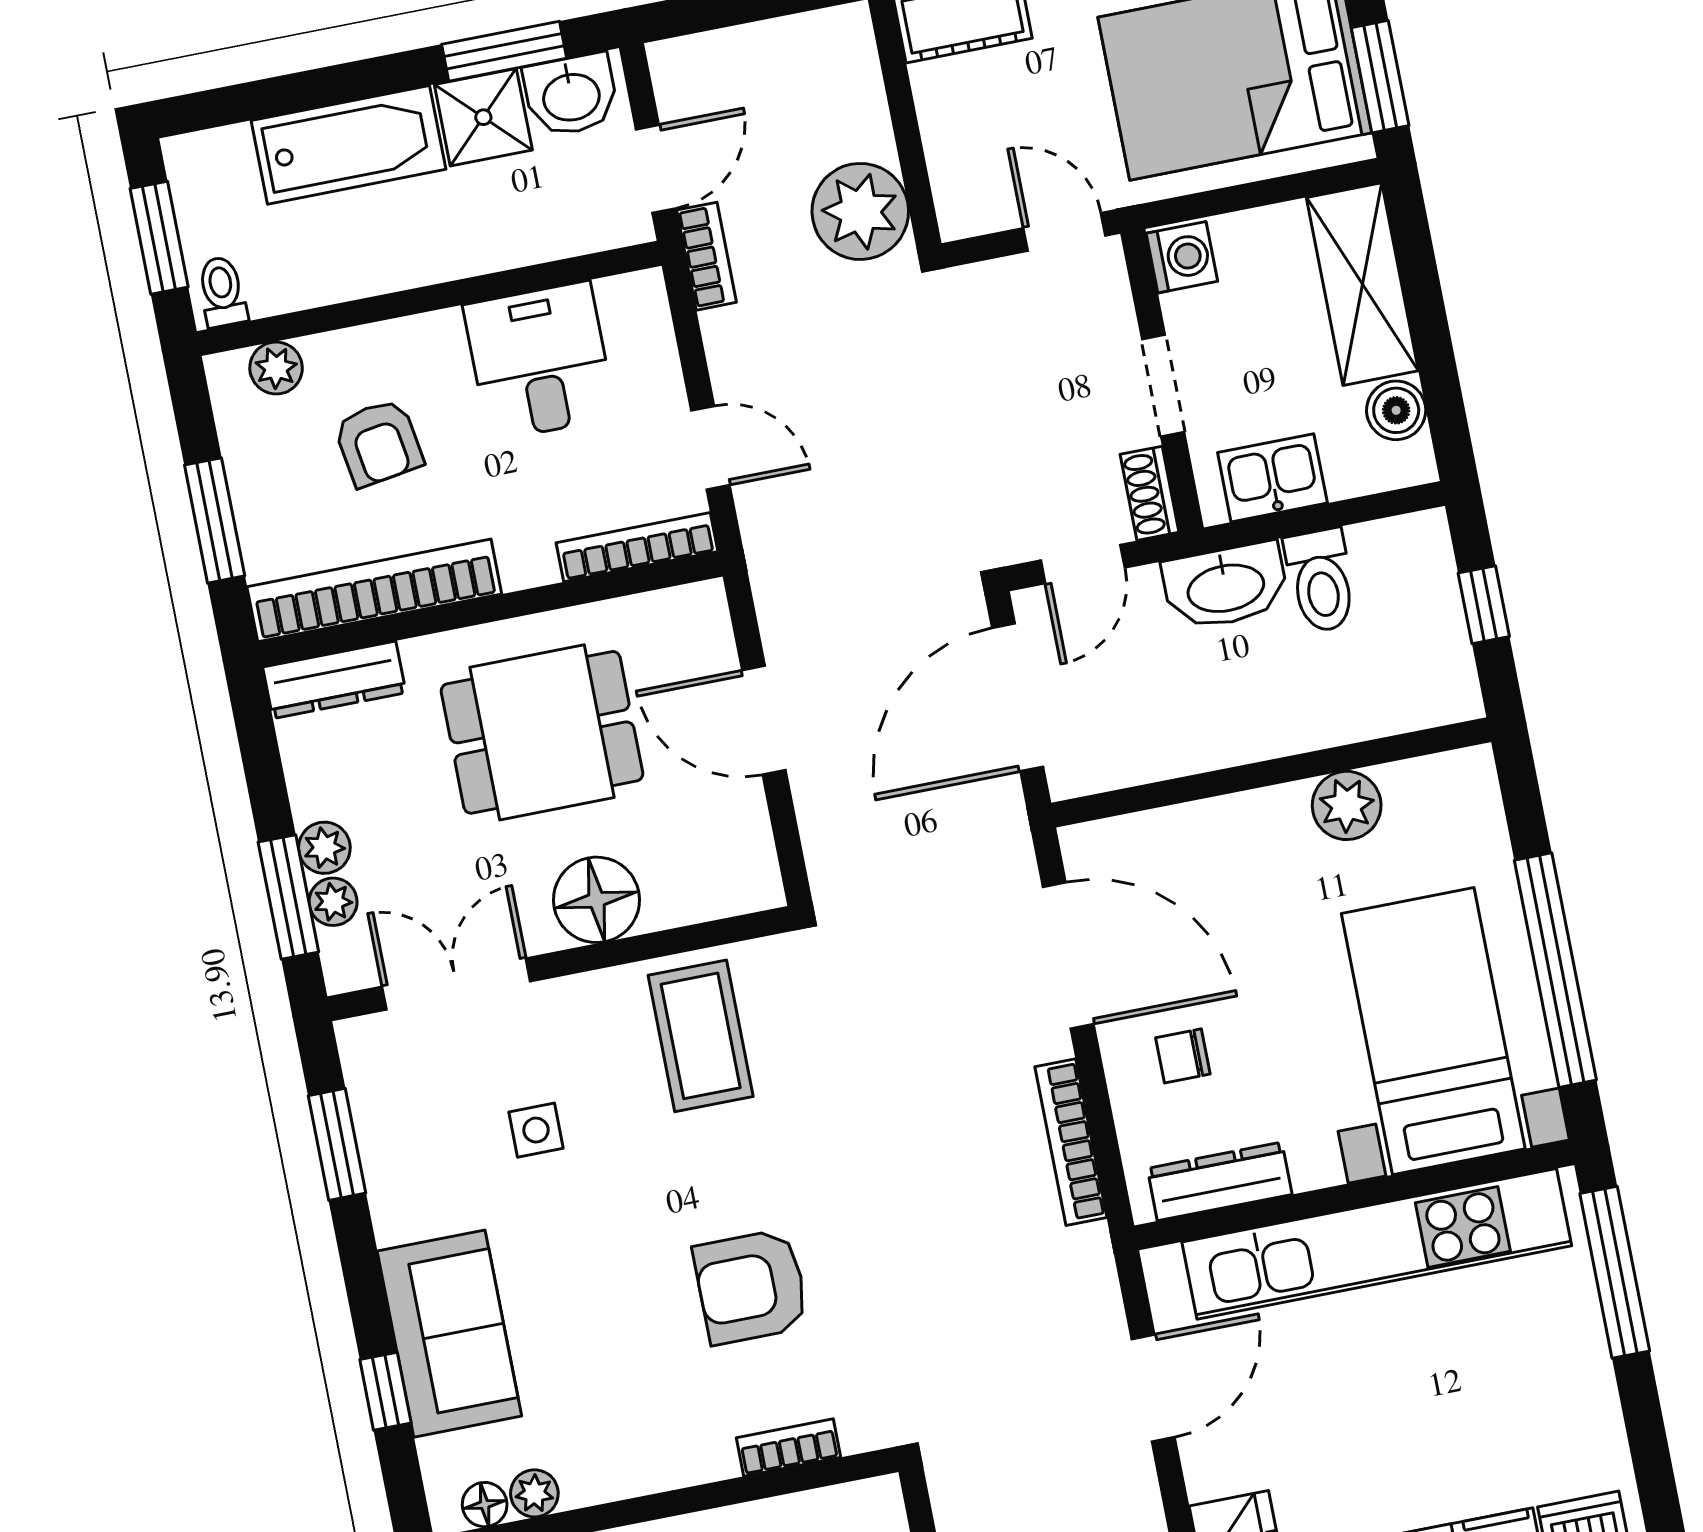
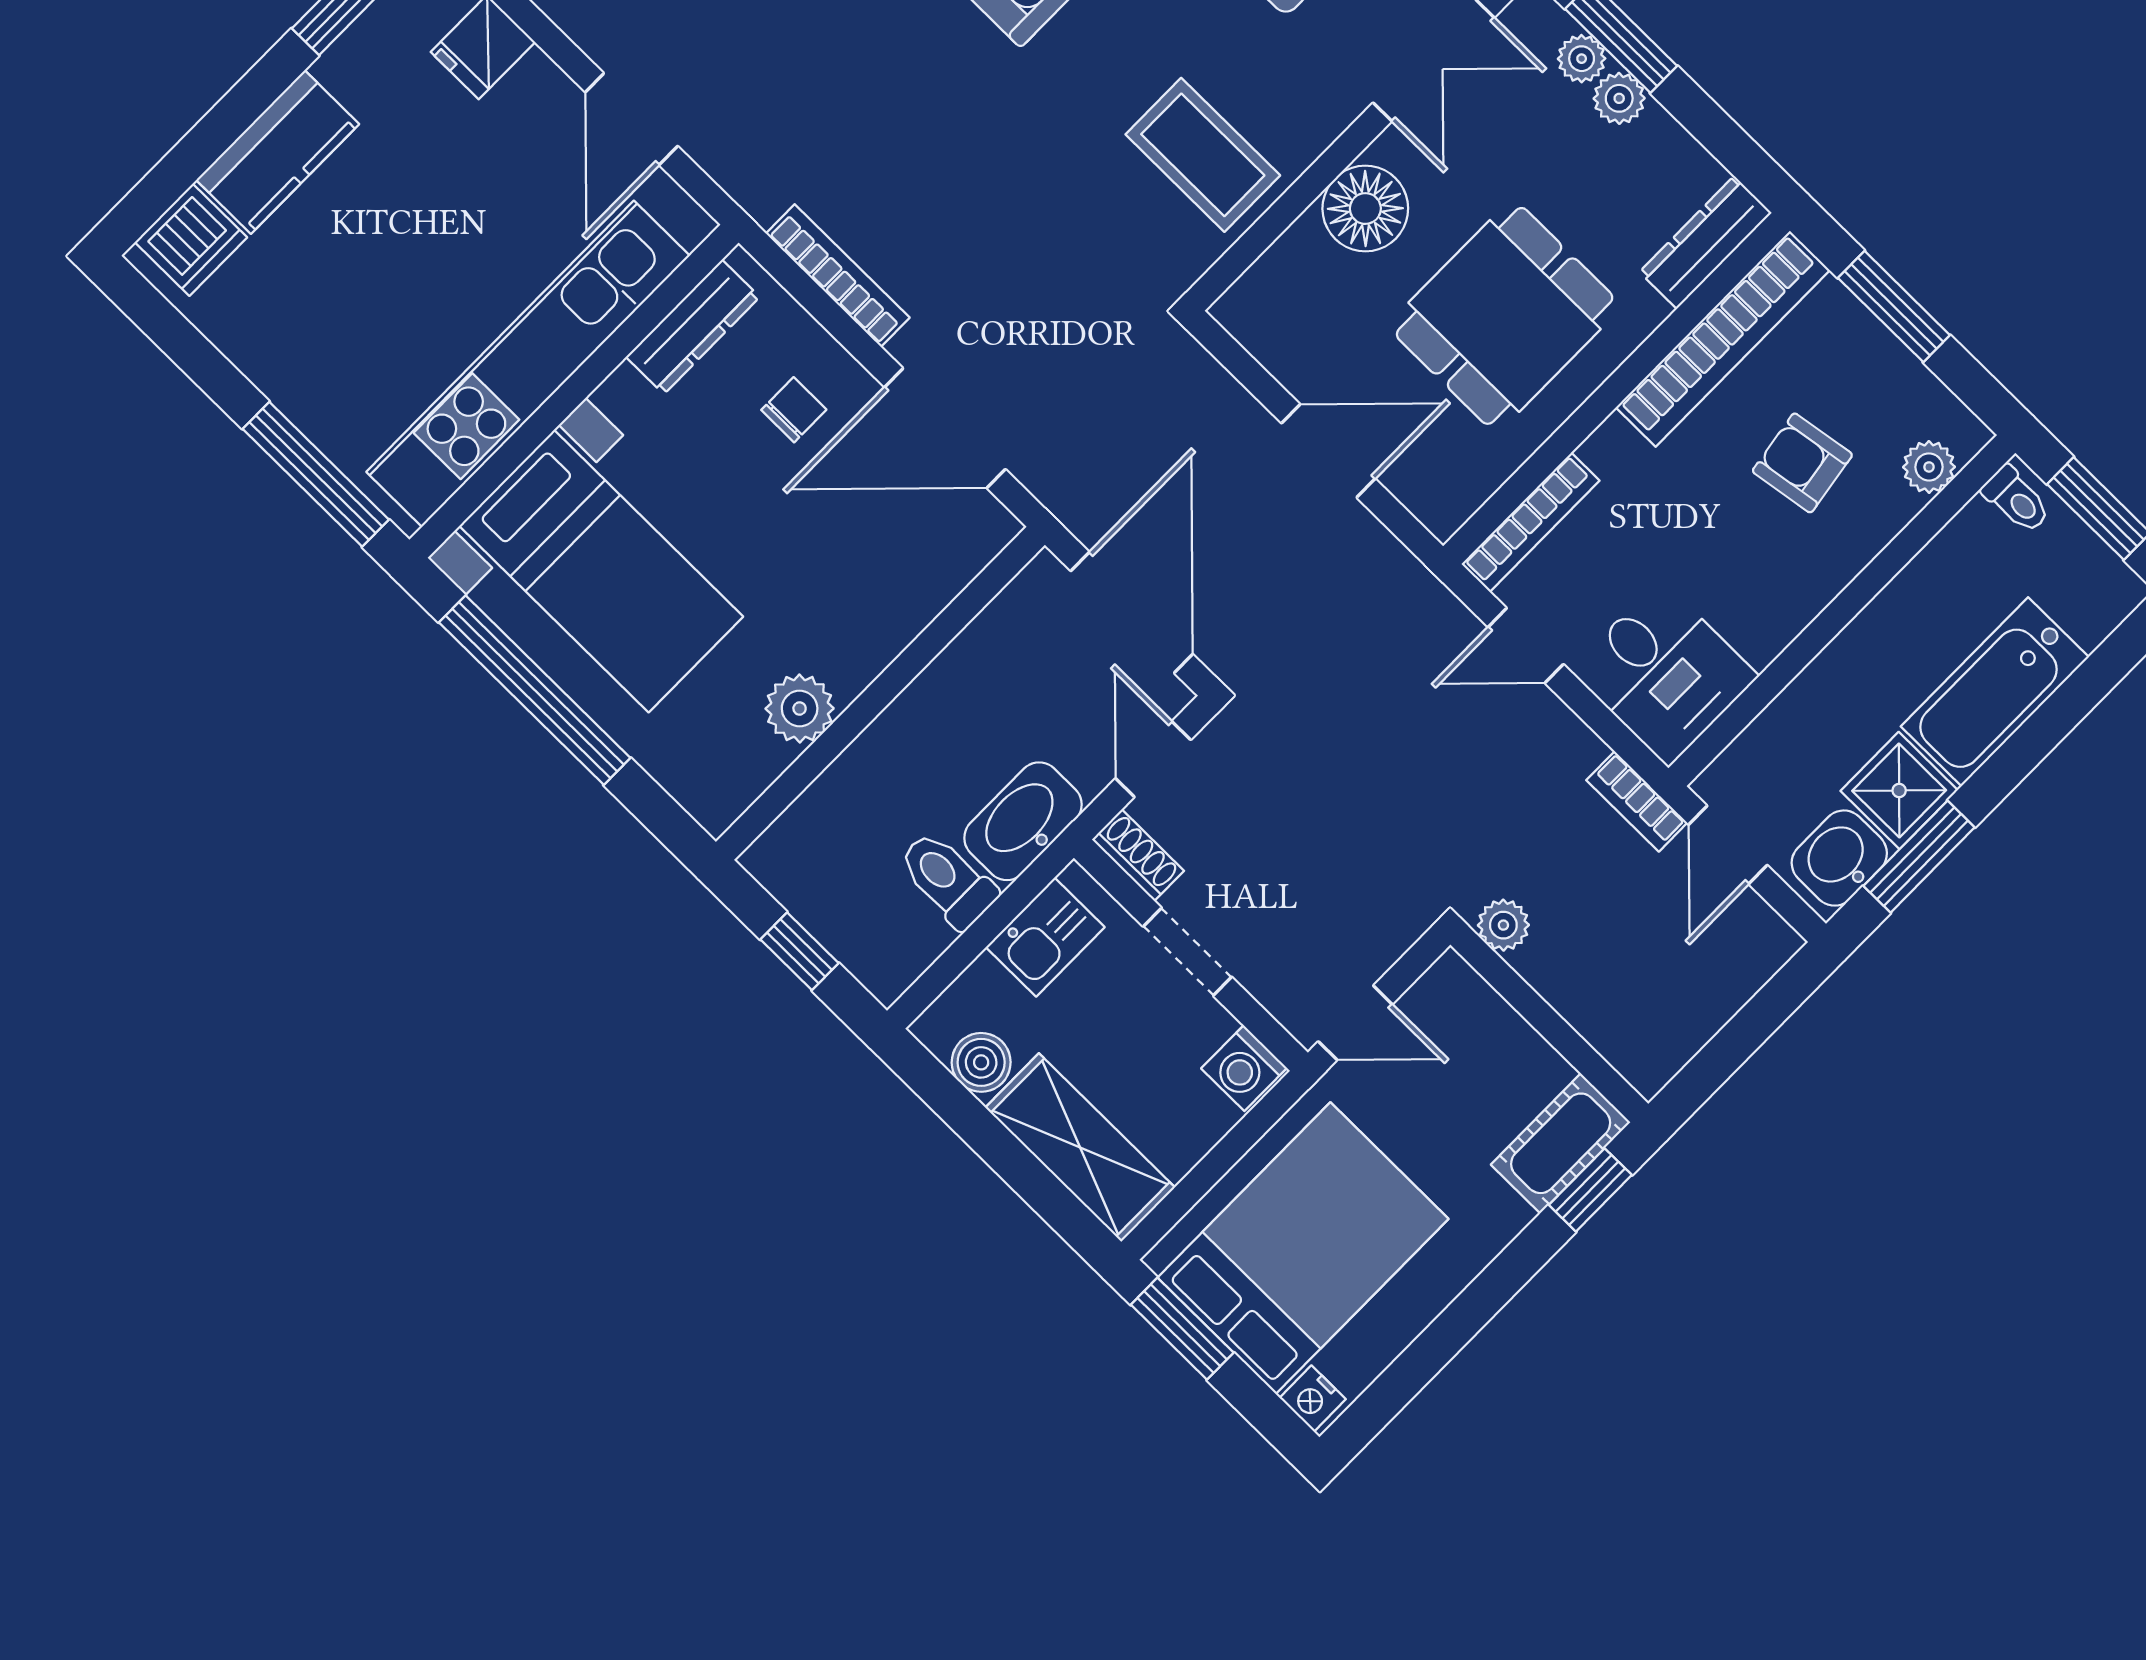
plant: (860, 211) -> (1503, 925), width x0.53, depth x0.53
desk: (540, 361) -> (1664, 673), moved

